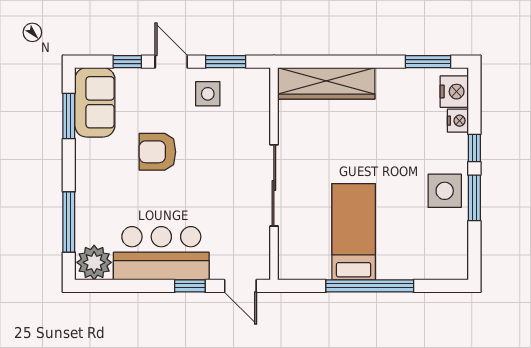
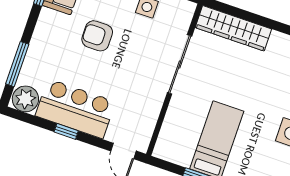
sliding door: (274, 185) -> (180, 64), moved
window: (190, 286) -> (66, 131), moved

